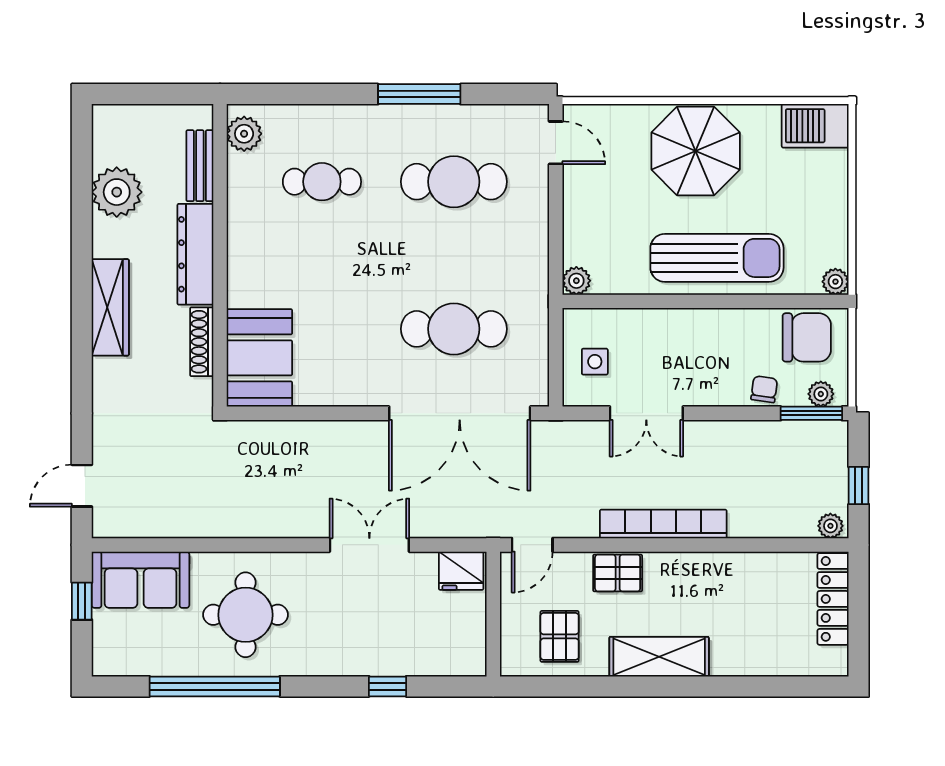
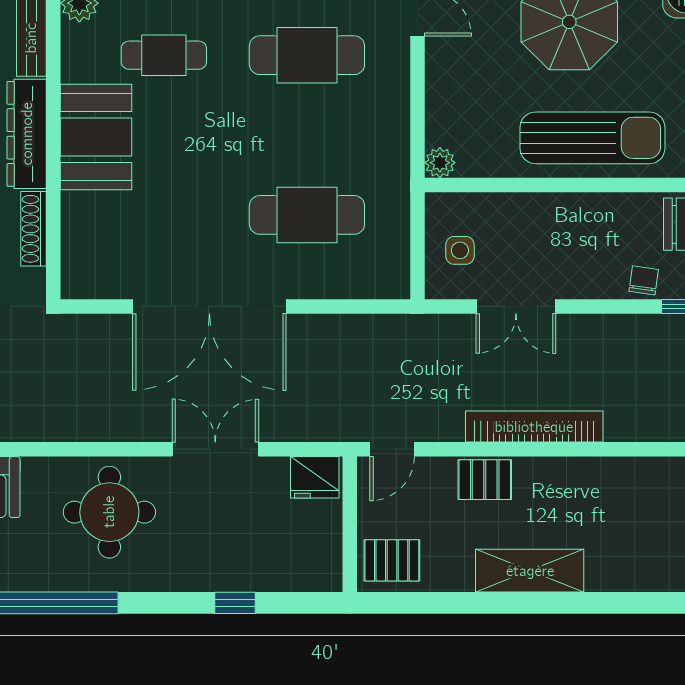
booth: (259, 358) -> (96, 137), moved
double door: (460, 413) -> (209, 306), moved
round table: (246, 615) -> (109, 512), moved
pallet: (560, 636) -> (392, 560), moved, turned 90

